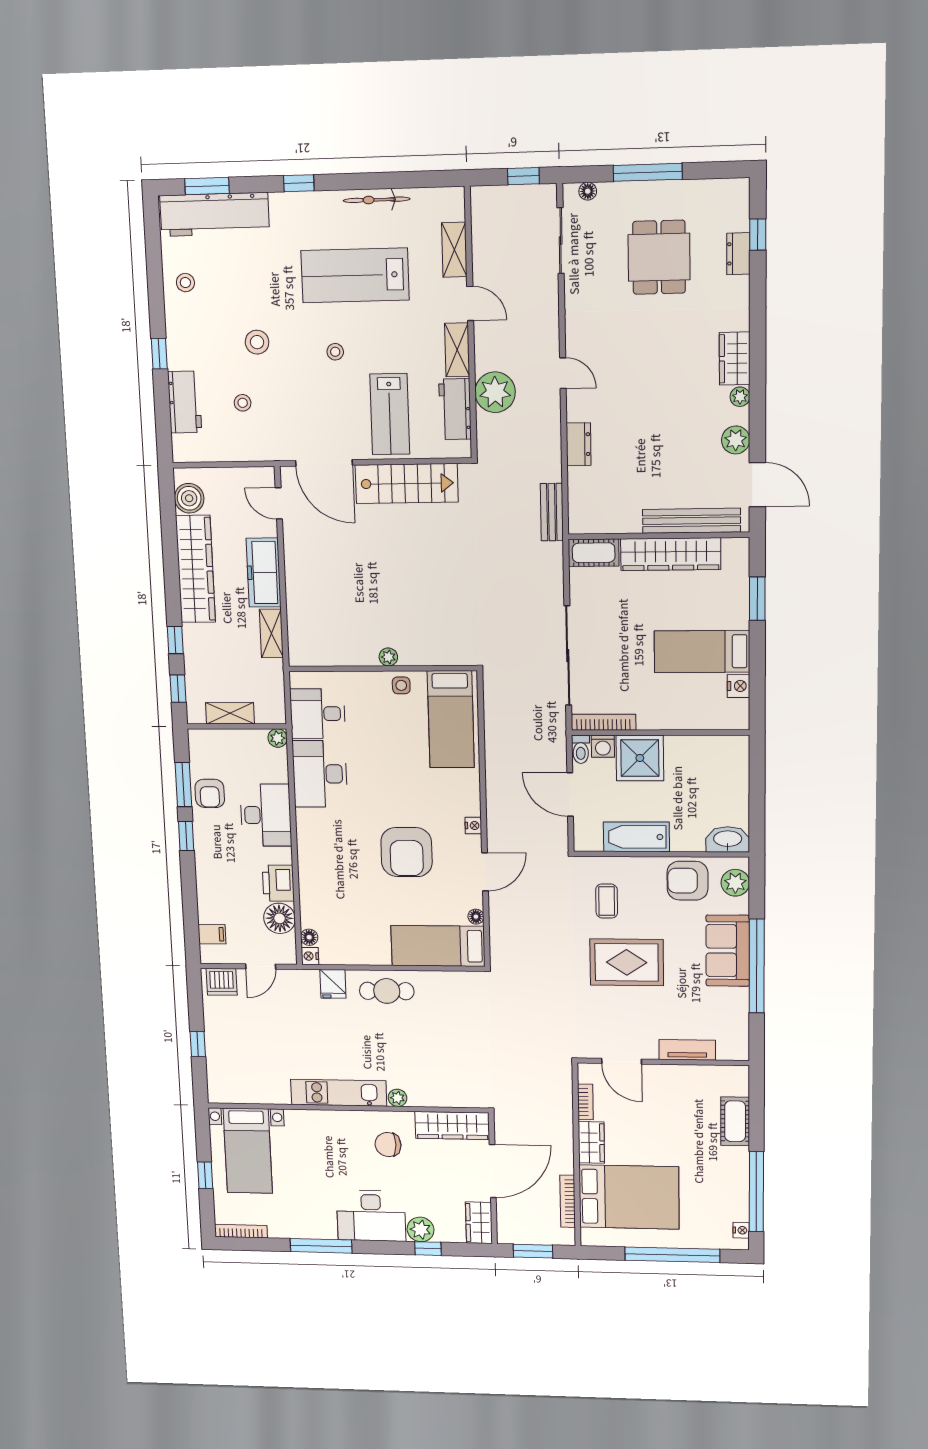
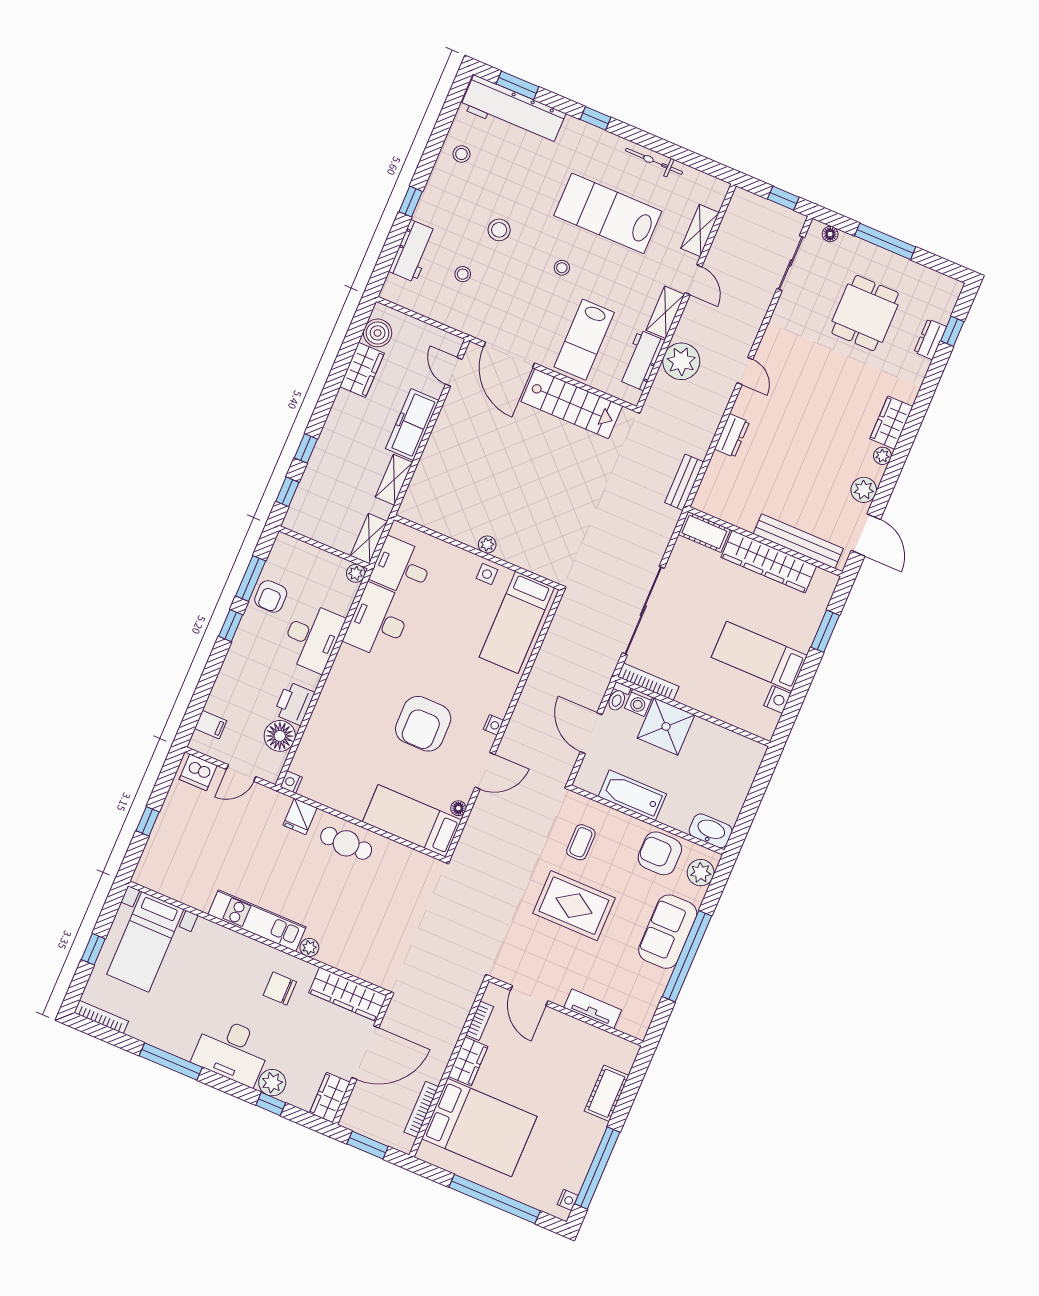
wardrobe: (195, 569) -> (362, 370), width x0.48, depth x0.85
shelving: (230, 713) -> (369, 539), moved, turned 90
floor lamp: (309, 937) -> (299, 765), removed

